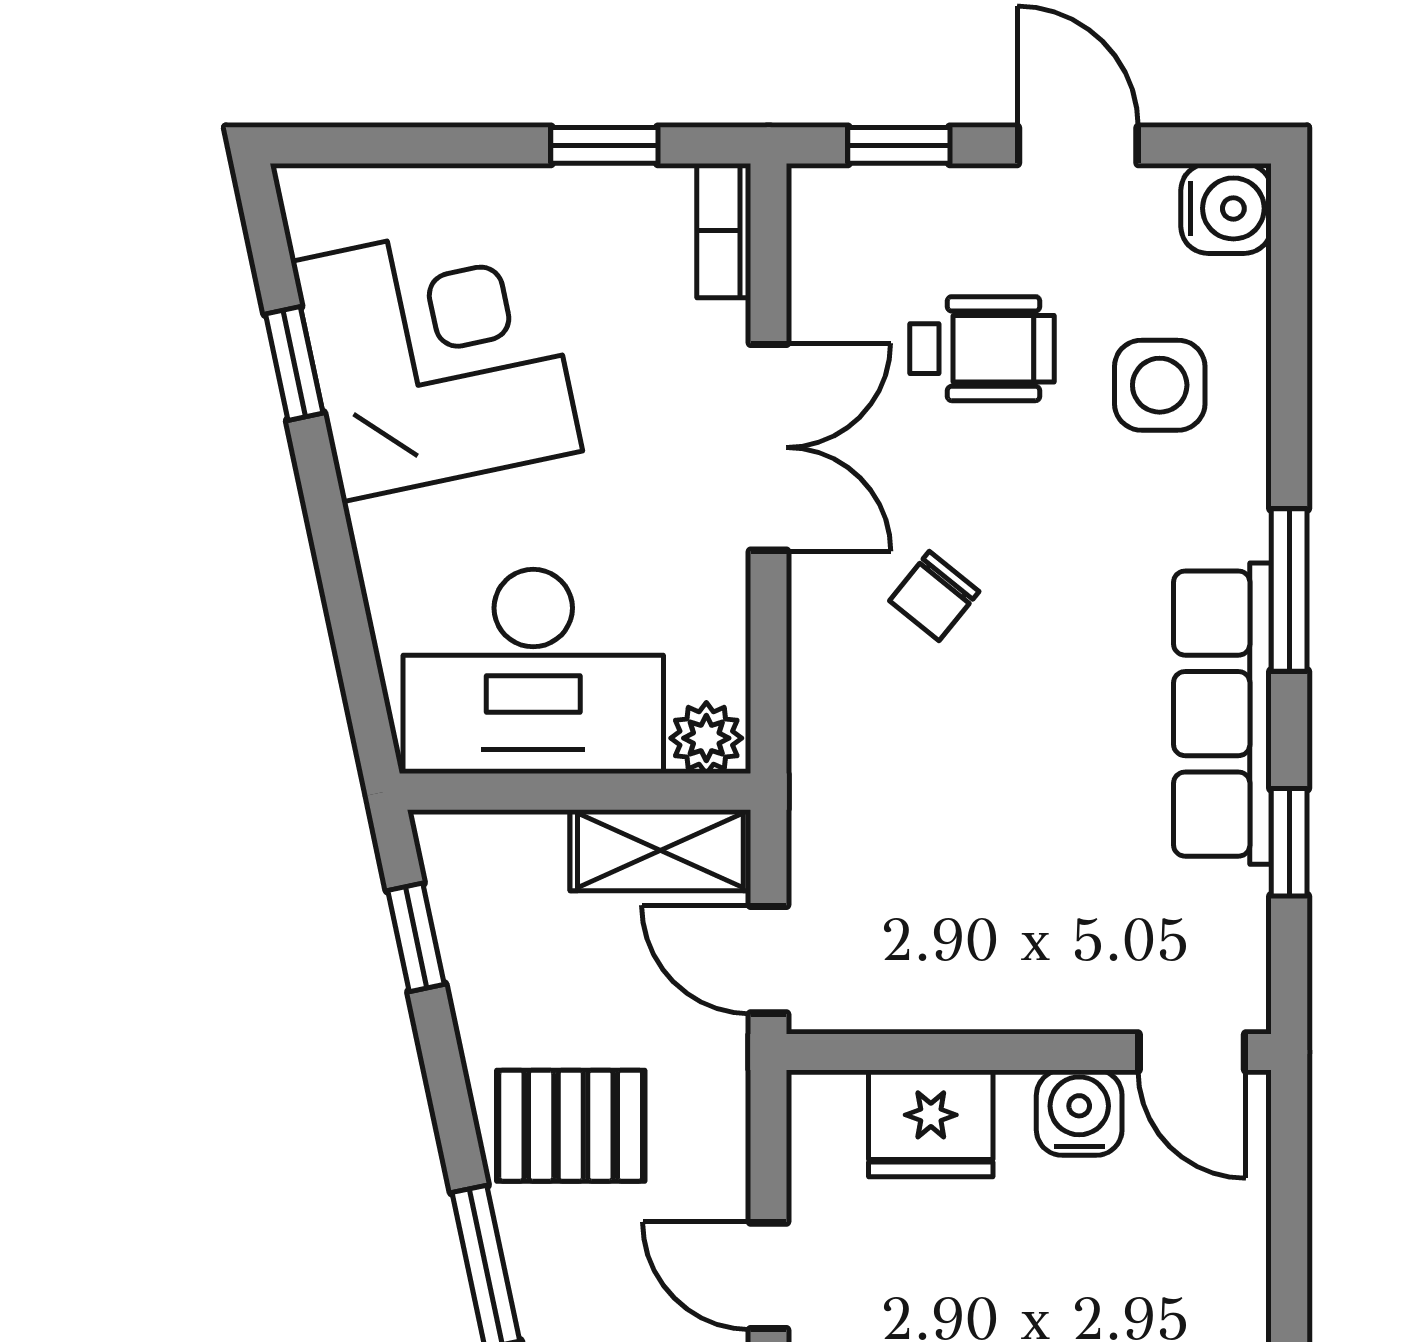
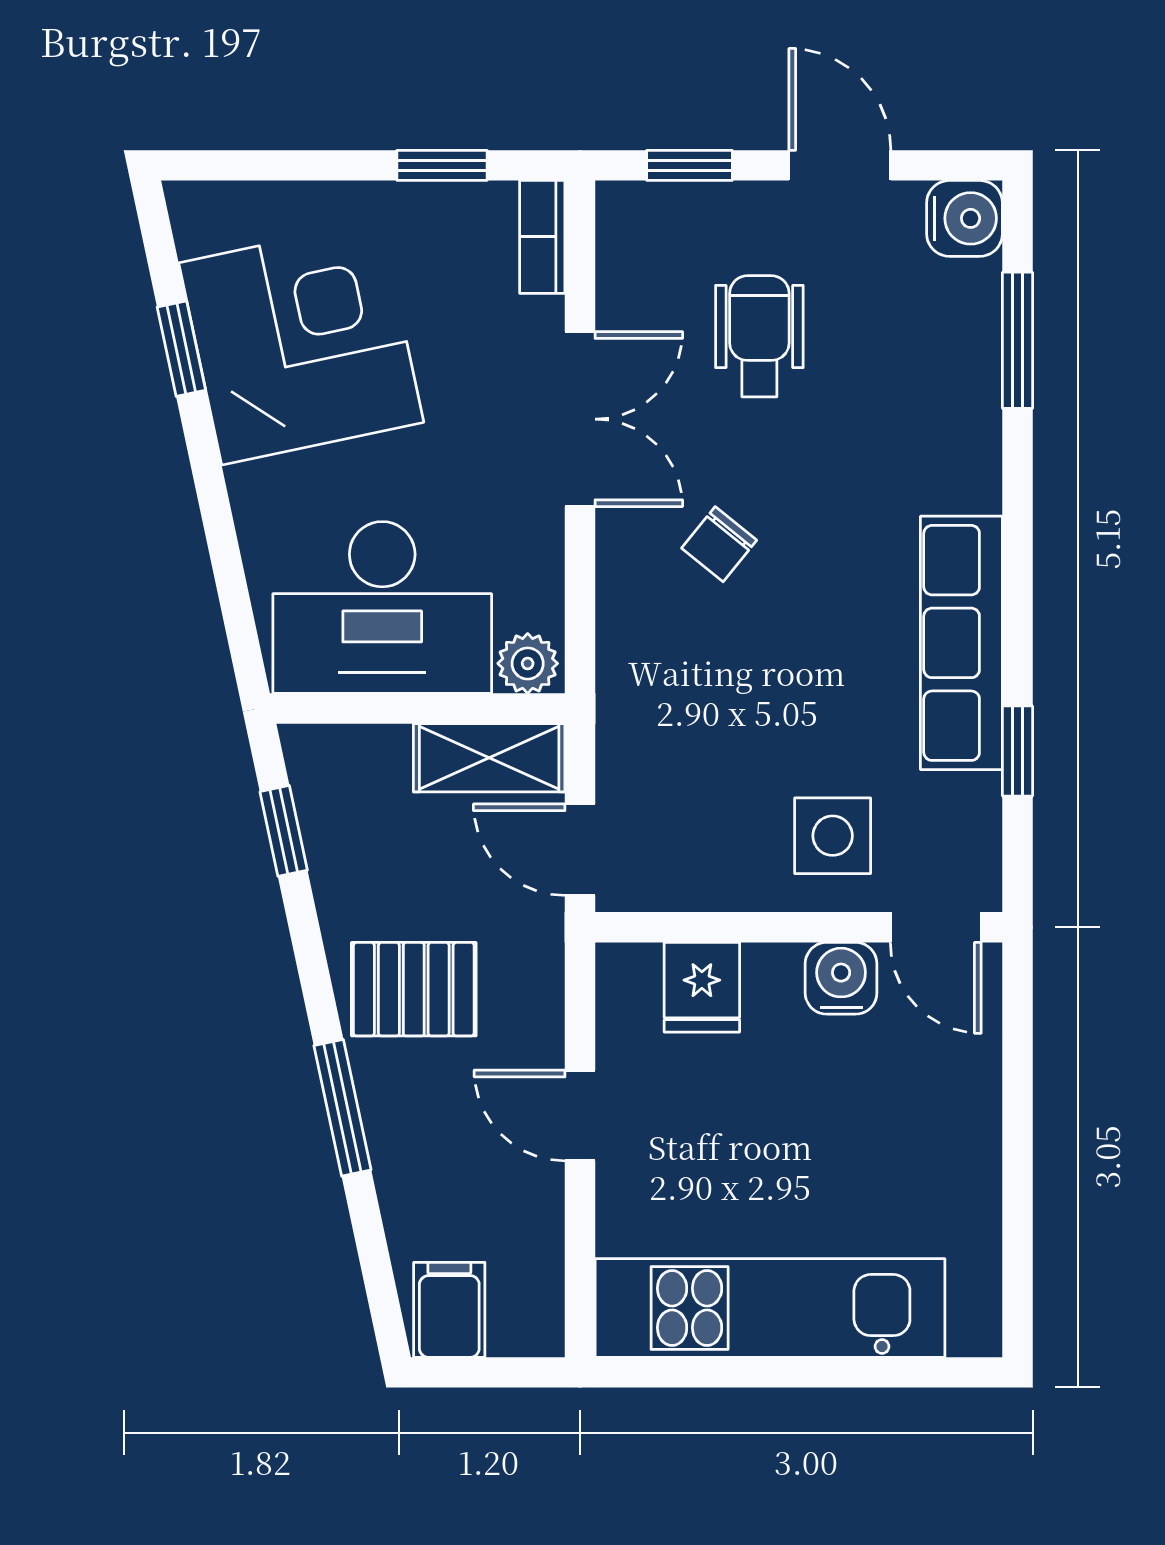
wheelchair: (982, 349) -> (759, 336), turned -90
side table: (1160, 385) -> (833, 836), moved
window: (1289, 590) -> (1018, 340), moved
fridge: (931, 1123) -> (702, 987), width x0.72

